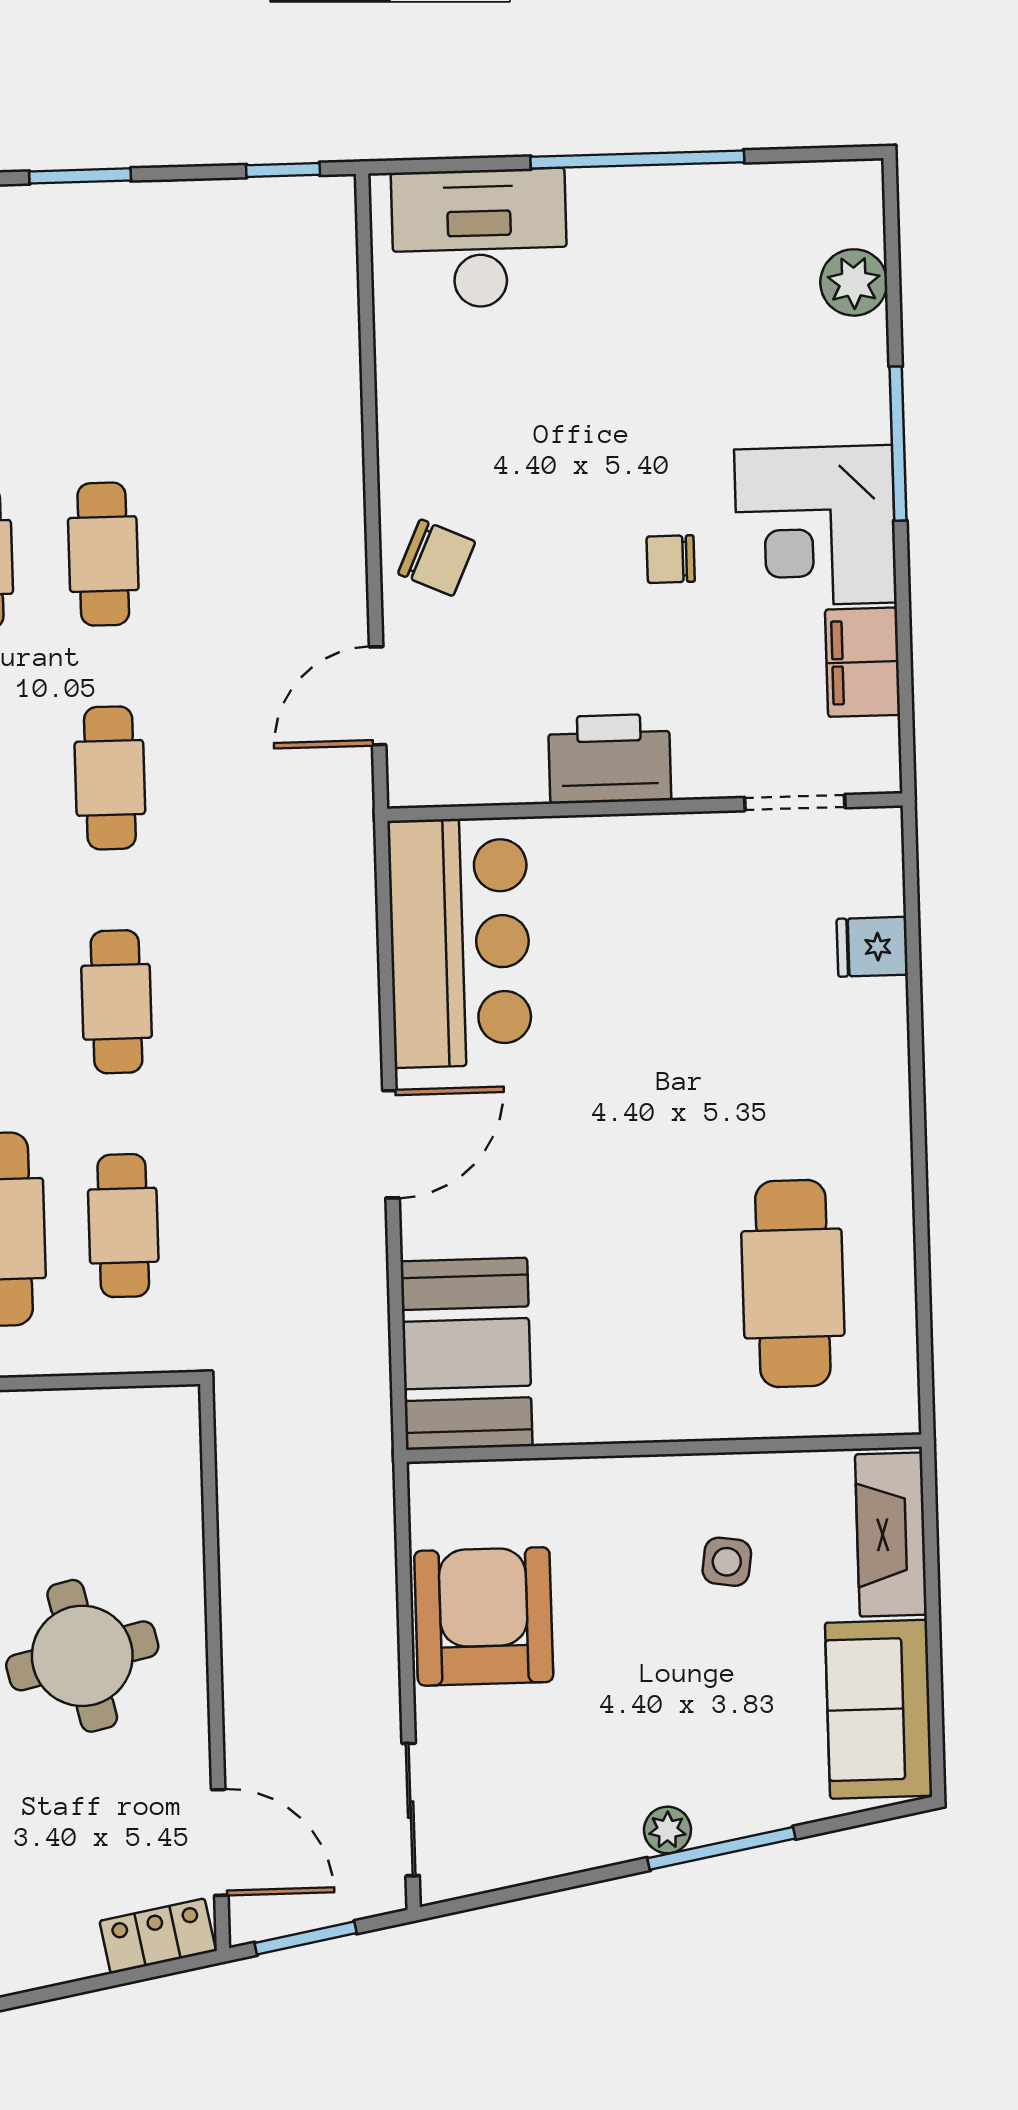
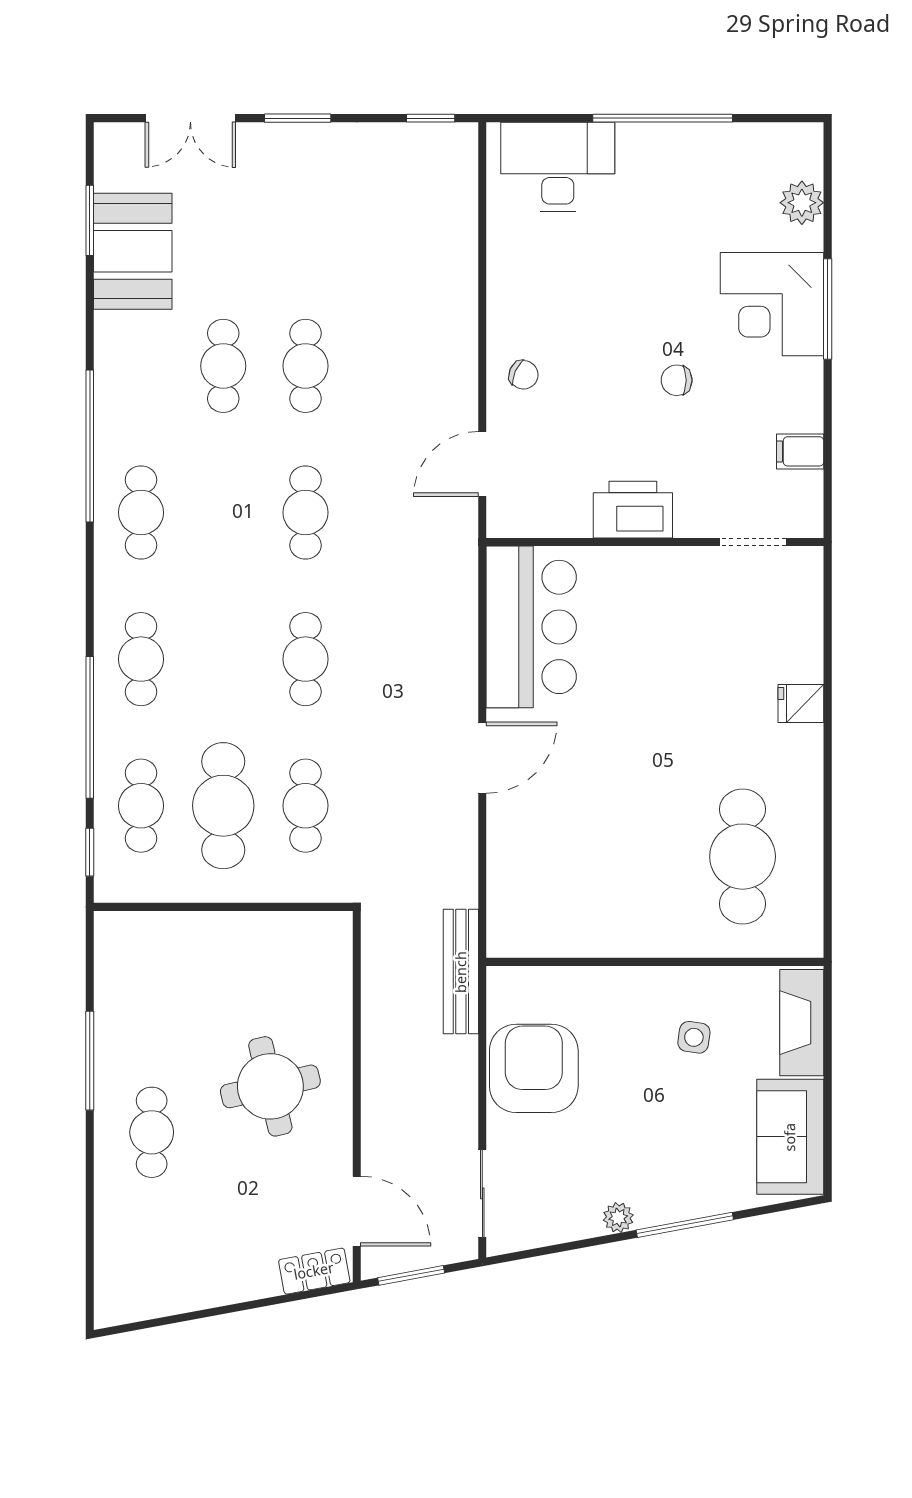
corner desk: (815, 526) -> (772, 304), moved
chair: (437, 558) -> (524, 375), width x0.73, depth x0.73
filing cabinet: (863, 662) -> (800, 451), width x0.50
fridge: (872, 947) -> (801, 703), moved
booth: (466, 1354) -> (528, 896), removed
bench: (368, 1472) -> (461, 972), added
plant: (667, 1830) -> (618, 1218), moved

